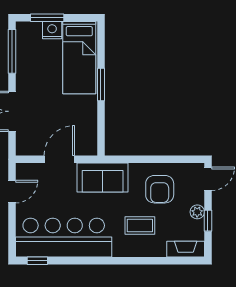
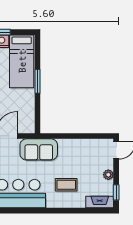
armchair: (160, 189) -> (81, 158), removed
window: (208, 221) -> (116, 192), moved

